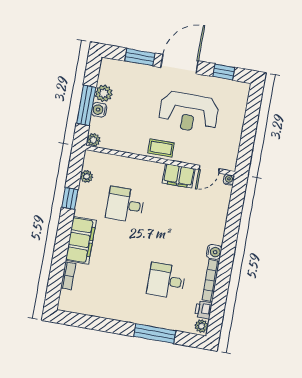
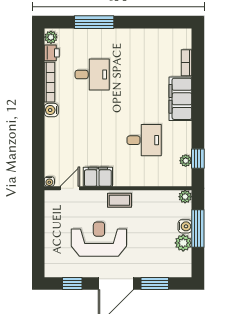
window: (70, 198) -> (198, 159), moved

